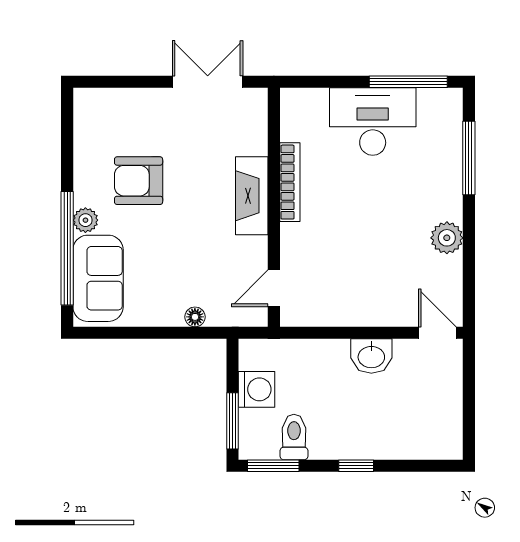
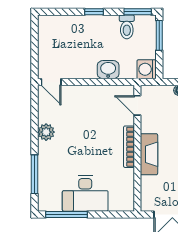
bookcase: (290, 182) -> (129, 147), moved
door: (274, 288) -> (137, 105), swing flipped
washbasin: (371, 356) -> (108, 70), moved
washing machine: (257, 389) -> (147, 69), moved

